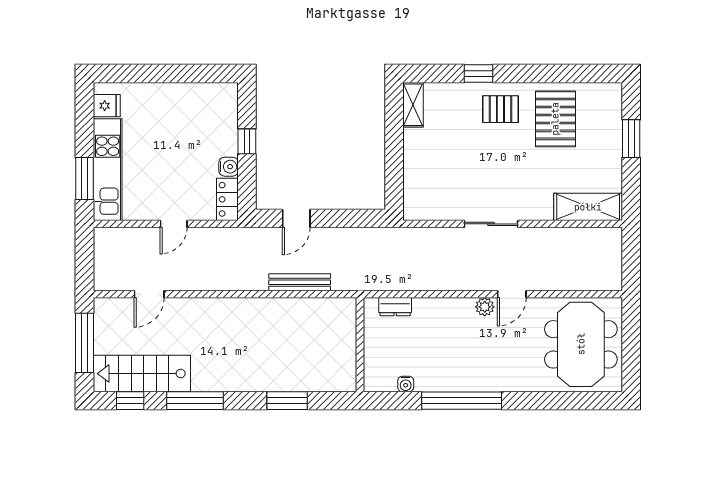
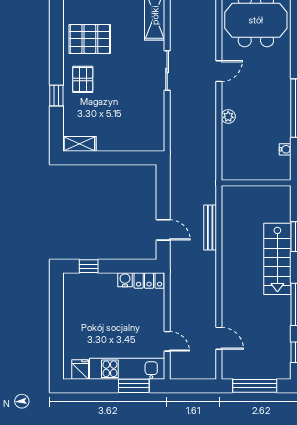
window: (247, 141) -> (89, 266), moved
door: (174, 224) -> (167, 341), moved
sliding door: (491, 224) -> (167, 71), moved
door: (512, 294) -> (219, 71), hinge flipped
dresser: (395, 307) -> (228, 157), removed
plant: (485, 307) -> (228, 117), moved
stairs: (142, 374) -> (277, 259), moved

